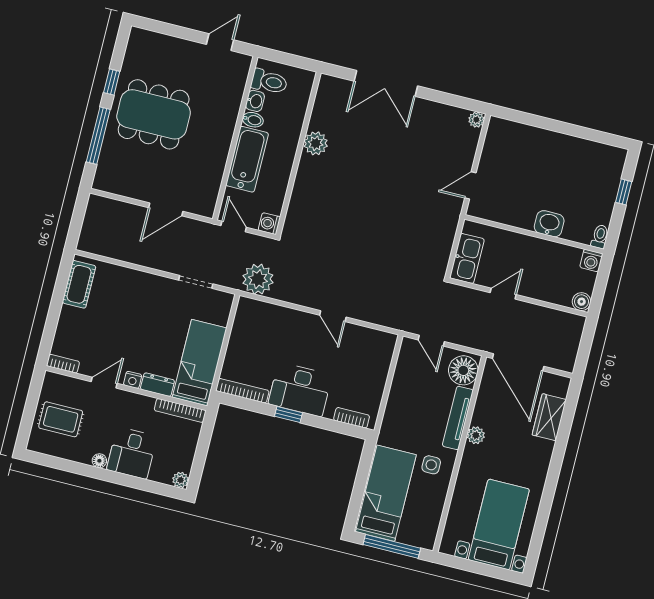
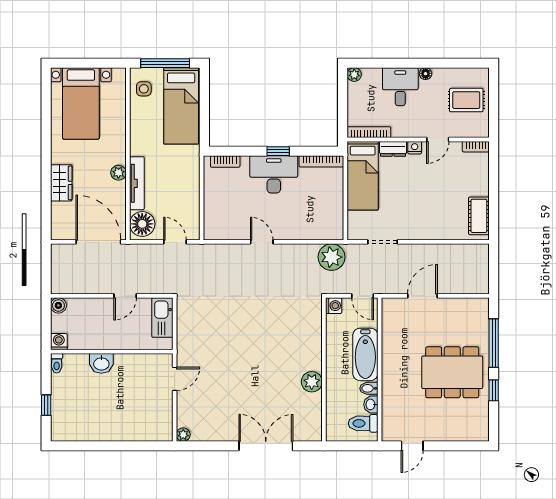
wardrobe: (549, 417) -> (61, 183), moved
side table: (431, 465) -> (144, 89), moved

